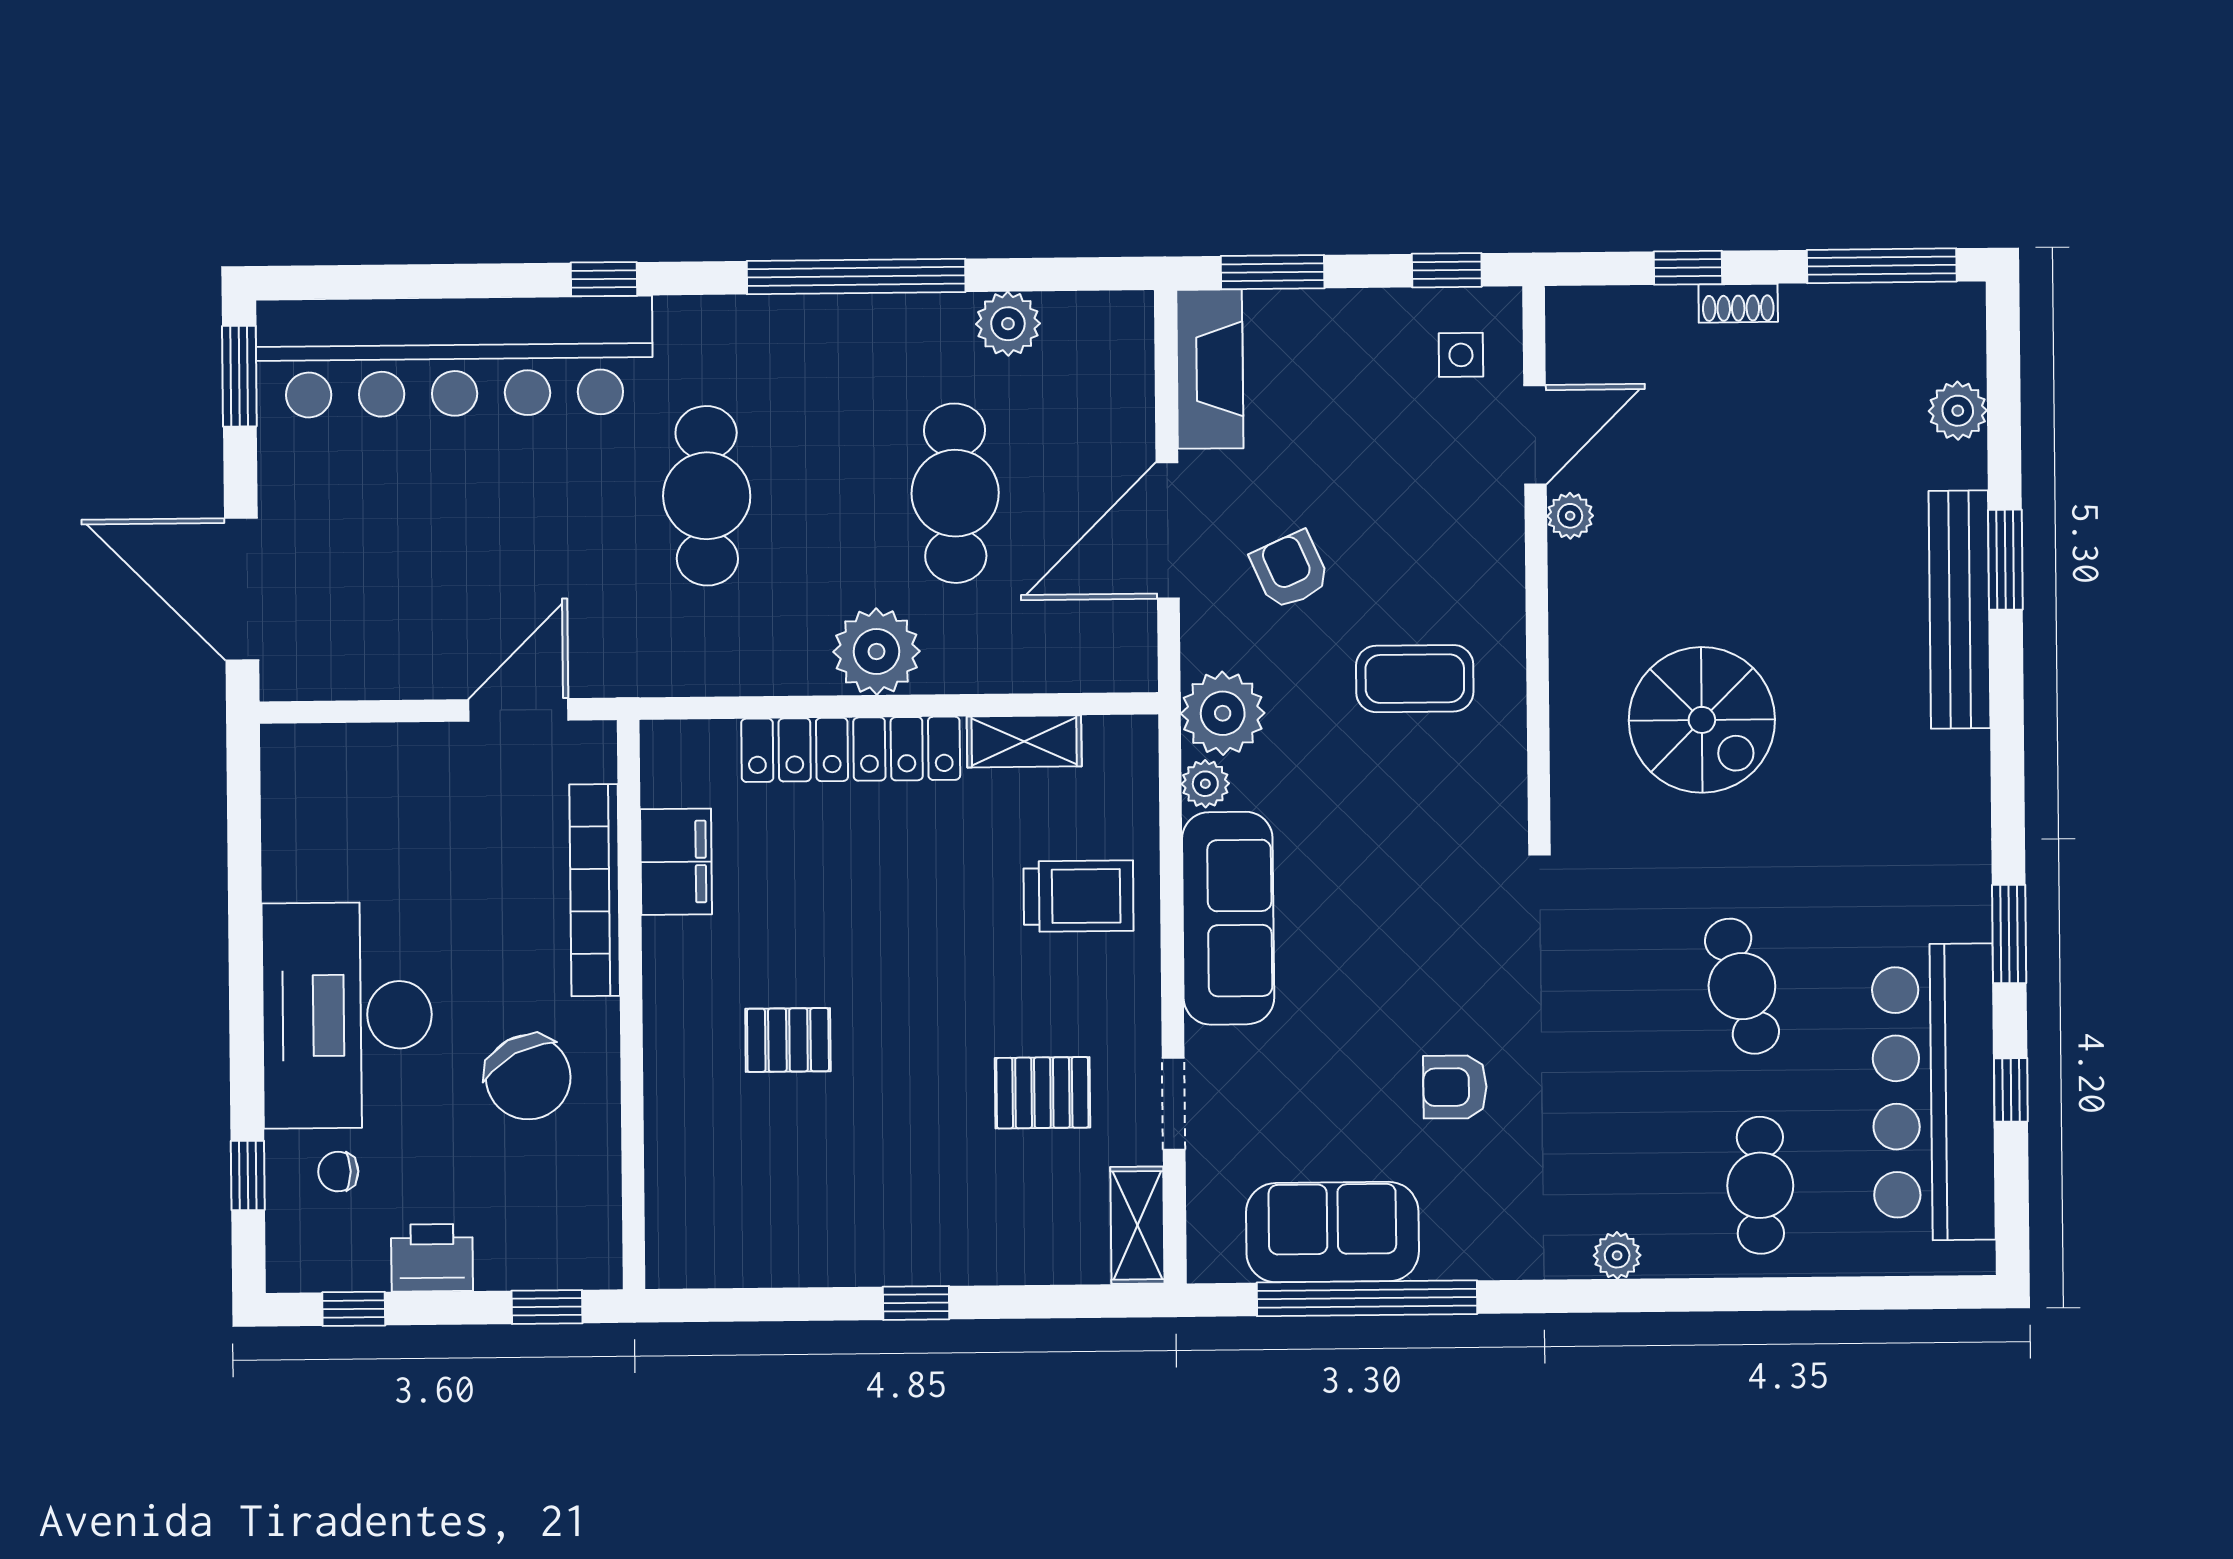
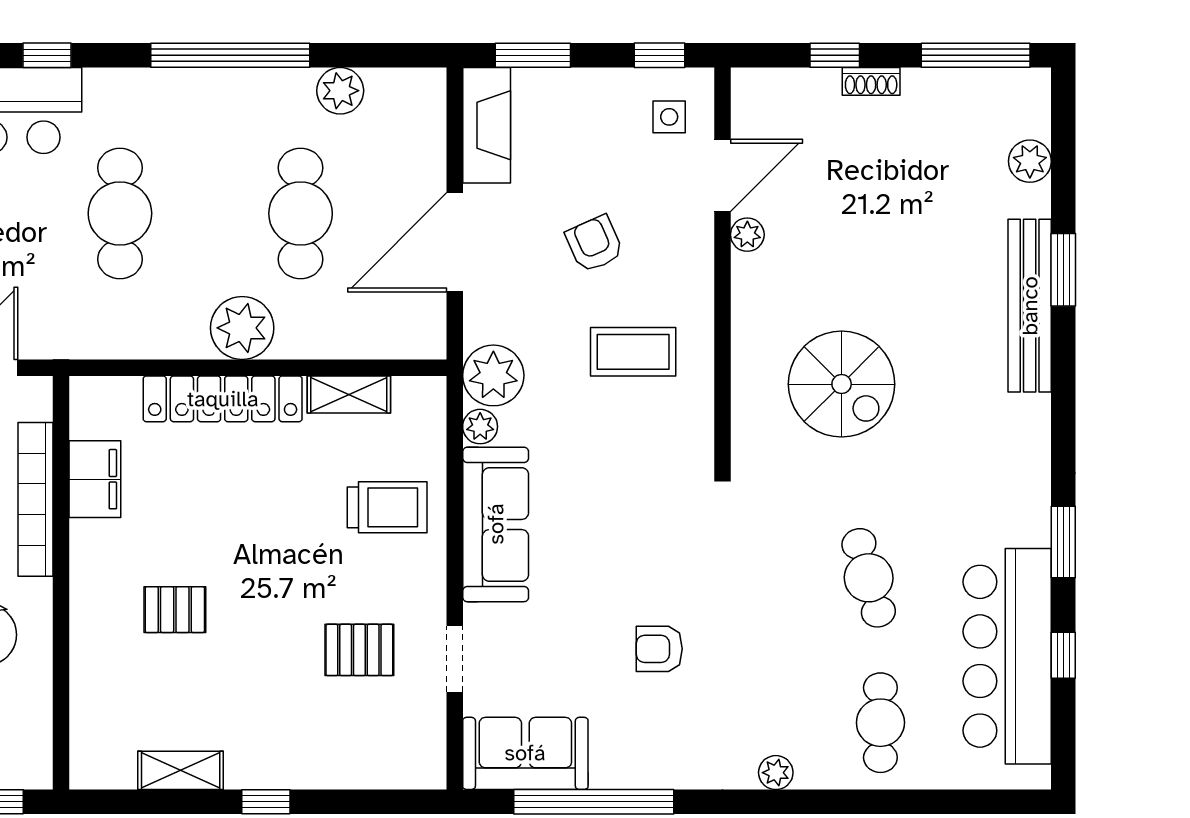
armchair: (1290, 570) -> (594, 244), moved
shelving: (1137, 1225) -> (181, 770), moved, turned 90
sofa: (1332, 1232) -> (525, 753), moved

